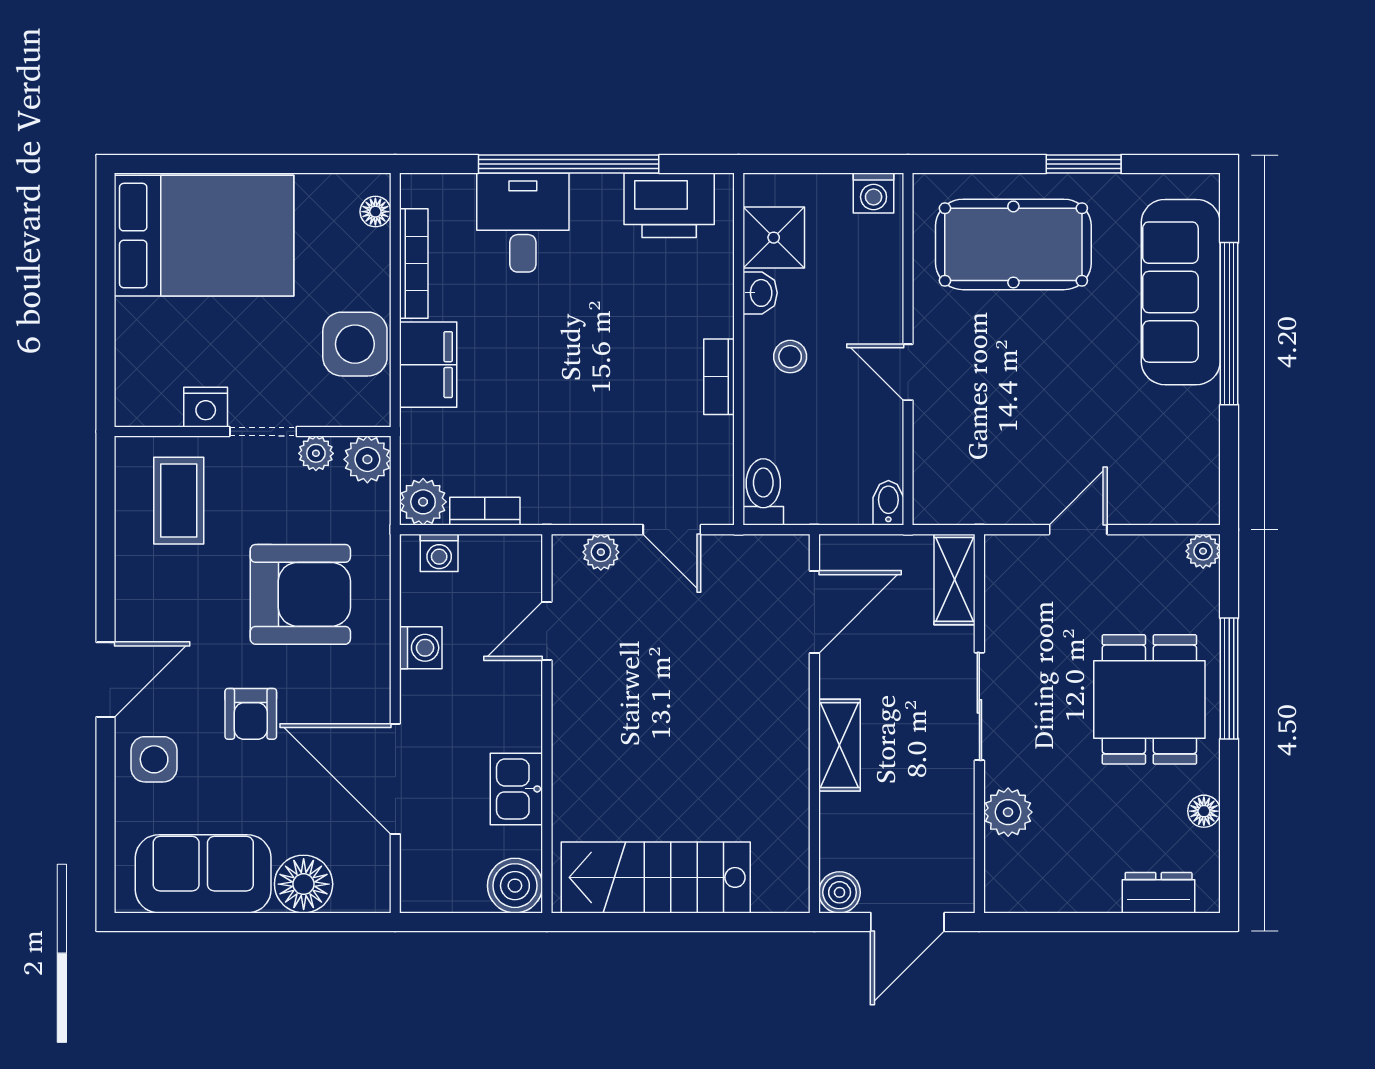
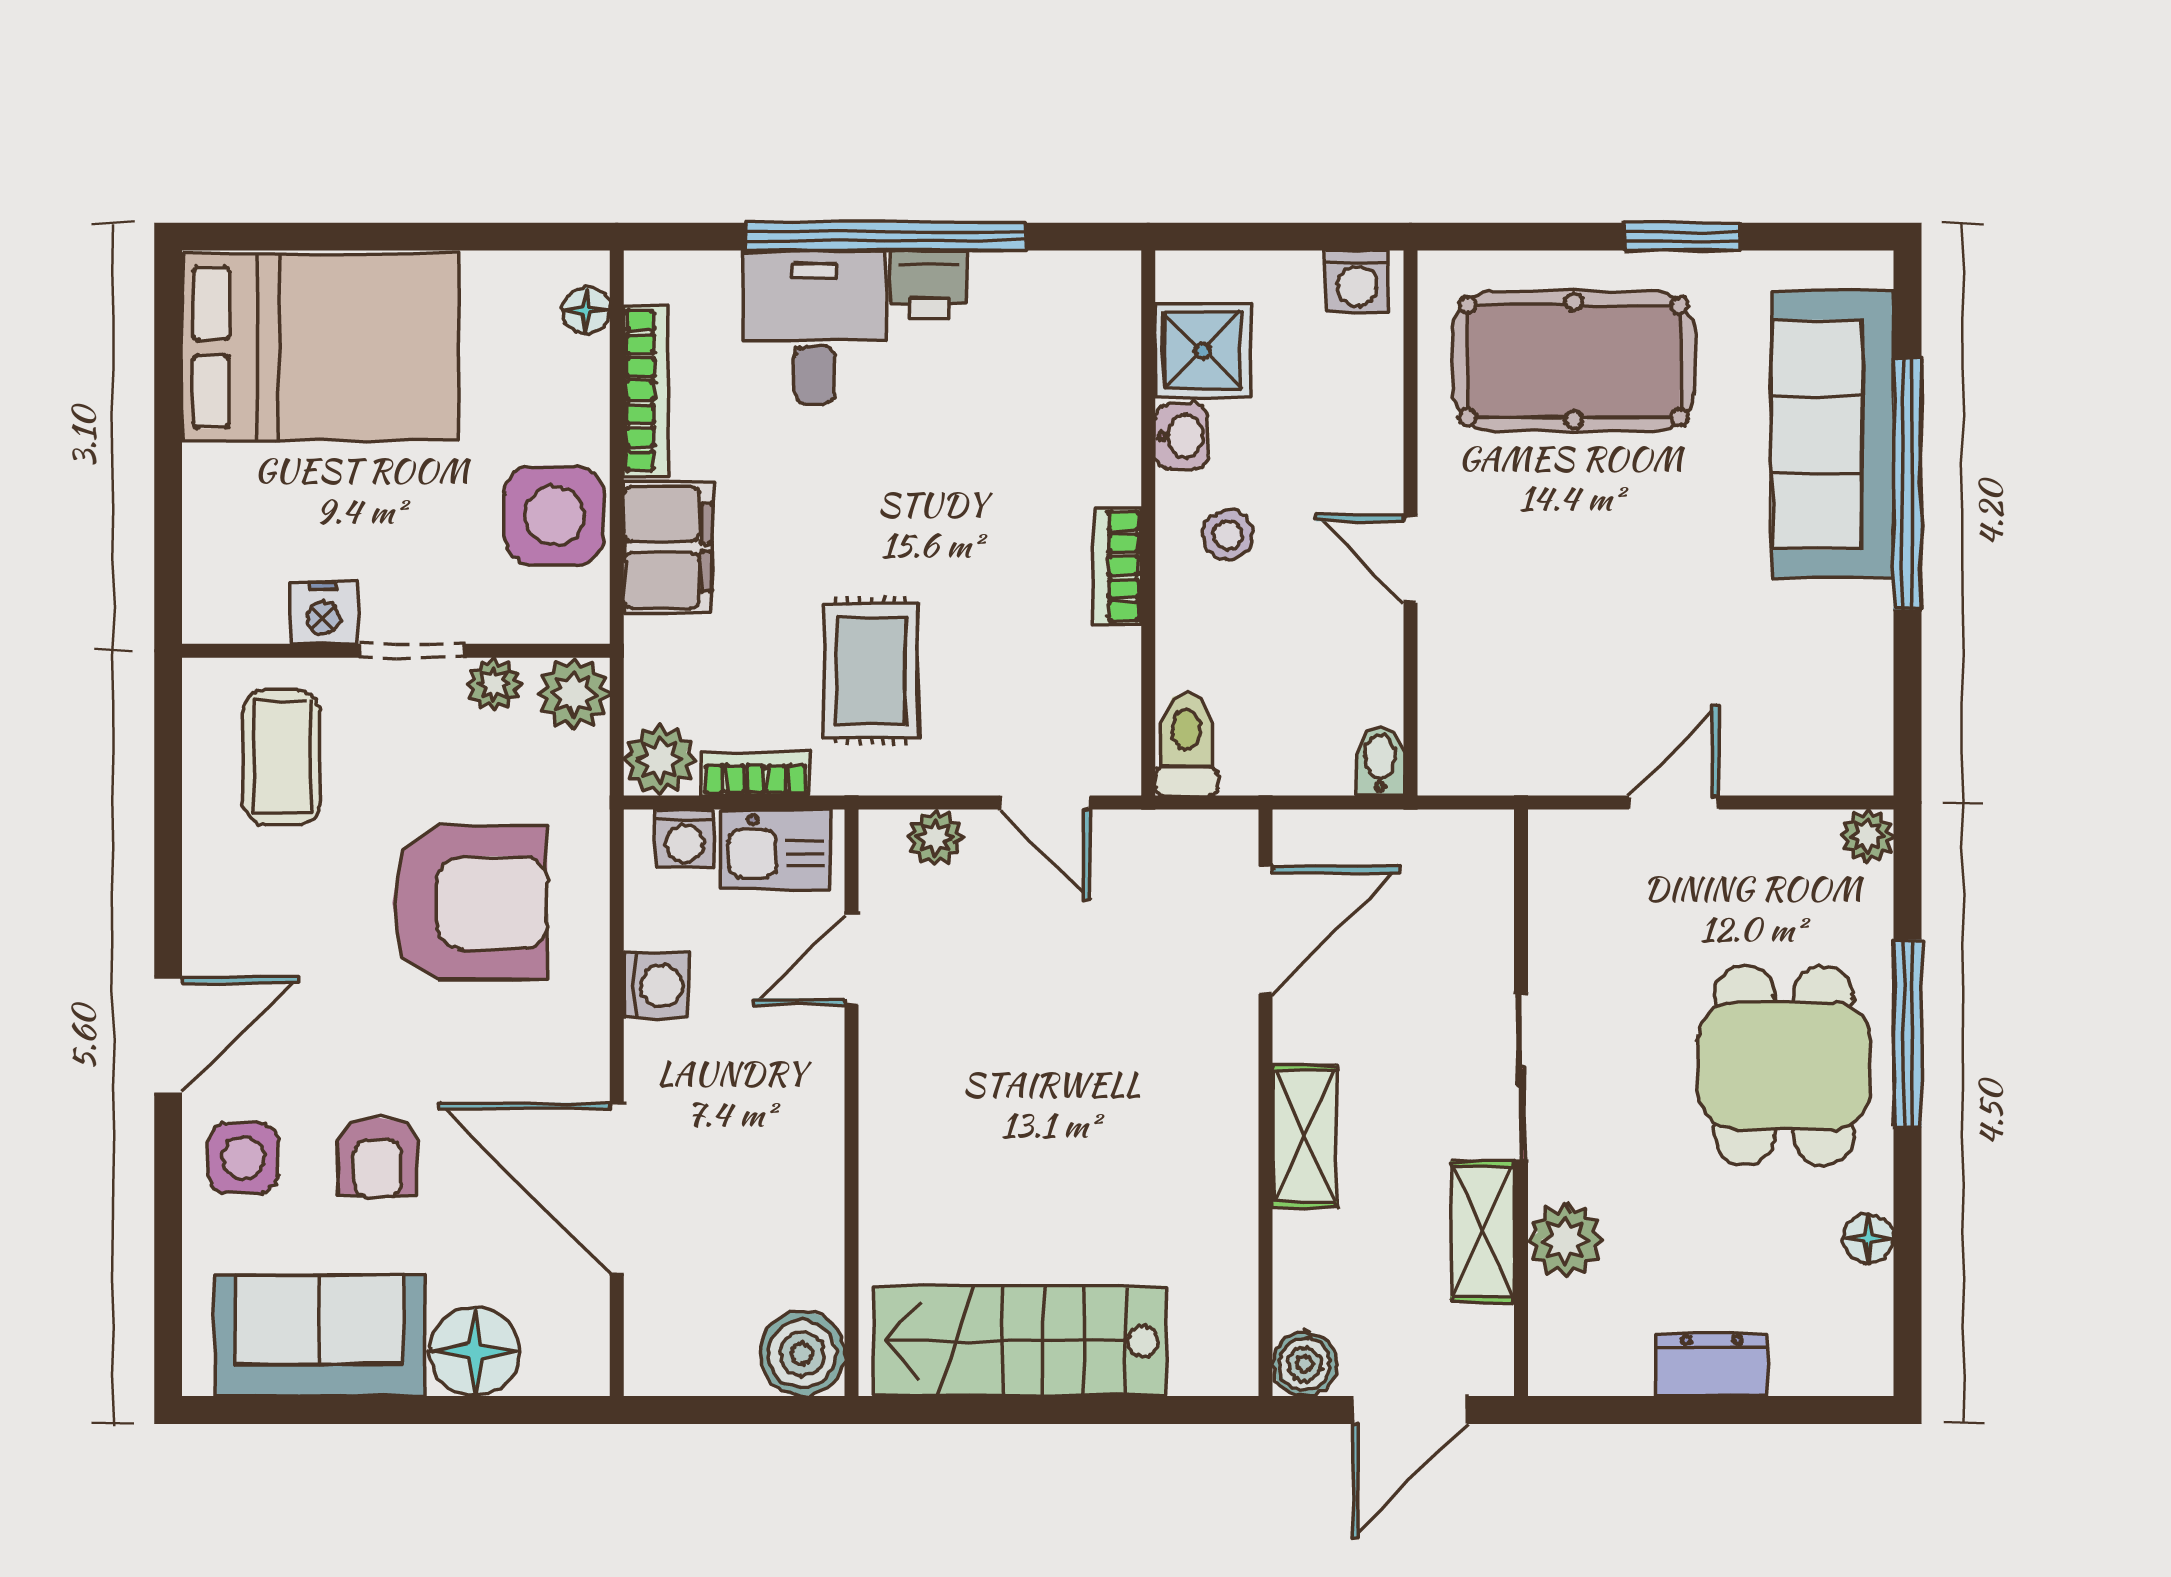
printer: (669, 205) -> (928, 284), moved, width x0.53, depth x0.68
rug: (559, 444) -> (871, 671), added
shelving: (954, 579) -> (1482, 1232), moved
armchair: (251, 714) -> (378, 1157), moved
kitchen sink: (516, 789) -> (775, 850), moved, turned -90
dresser: (1159, 893) -> (1711, 1365), moved

